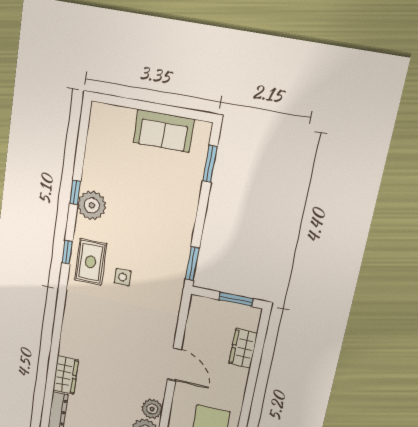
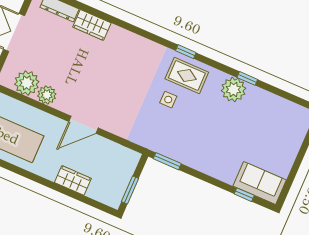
sofa: (164, 131) -> (260, 183), moved, turned 90
window: (210, 164) -> (244, 195), width x0.67
window: (67, 252) -> (186, 52), moved
wardrobe: (243, 348) -> (73, 180), moved

